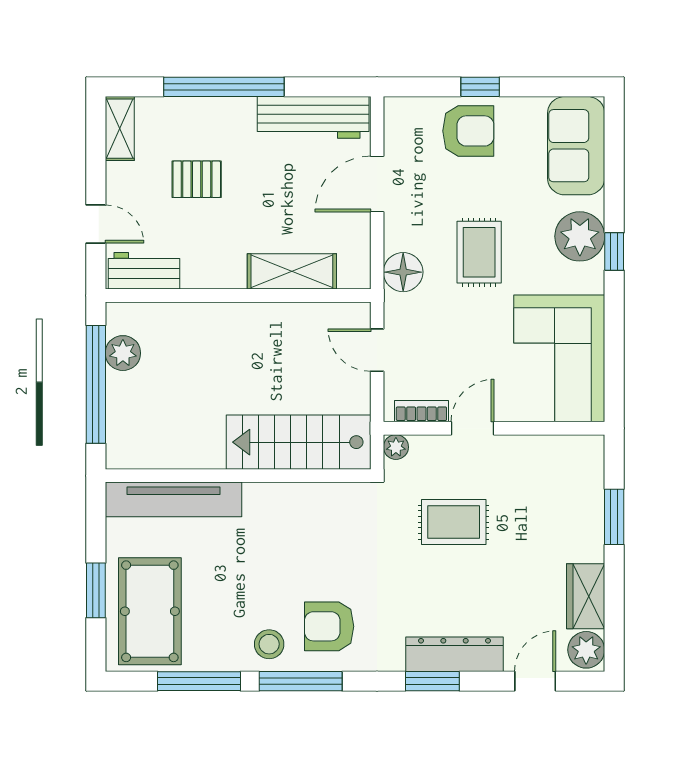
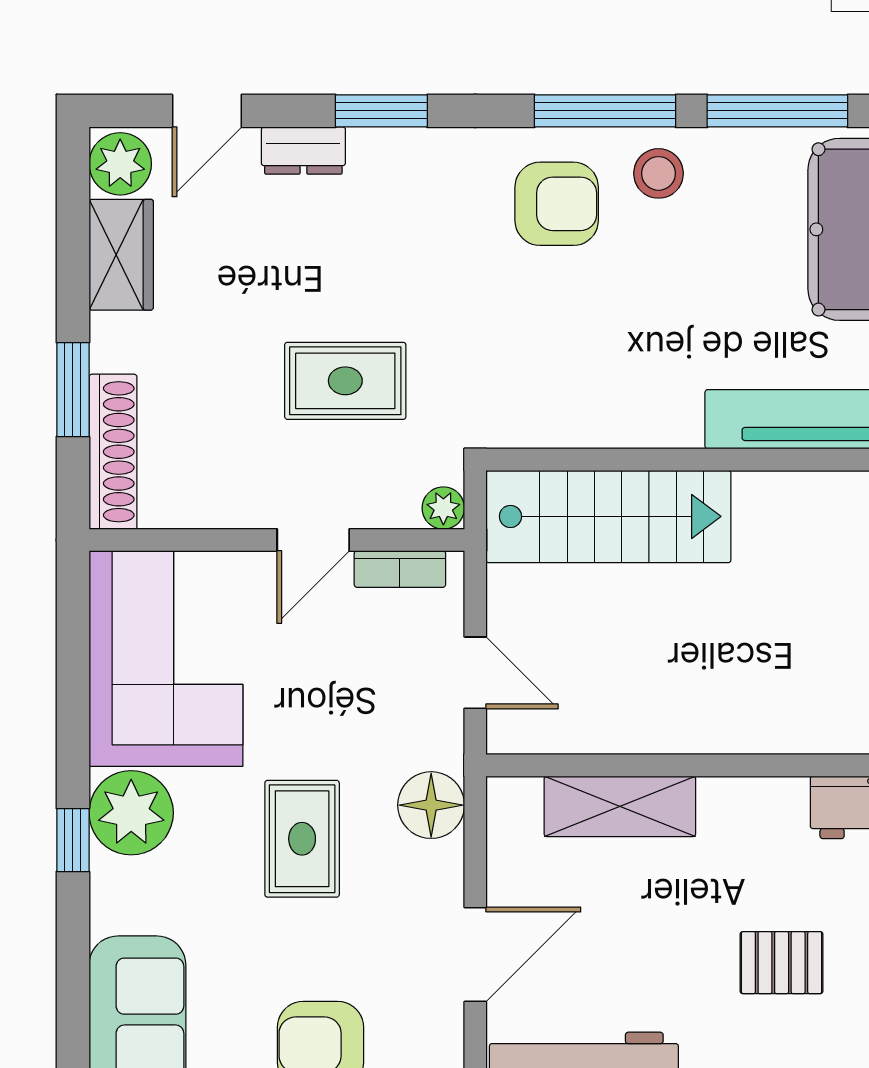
plant: (580, 236) -> (131, 813), moved
shoe rack: (591, 480) -> (113, 452), added
dresser: (455, 654) -> (303, 151), width x0.51, depth x0.80

